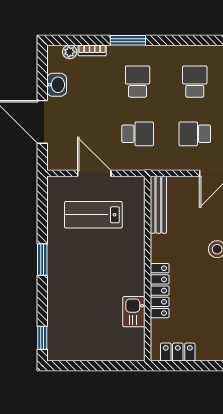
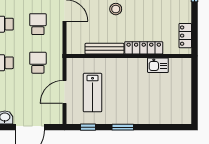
school desk: (195, 134) -> (38, 24), turned 180
bench: (158, 205) -> (104, 49), moved
window: (42, 338) -> (88, 127), moved

